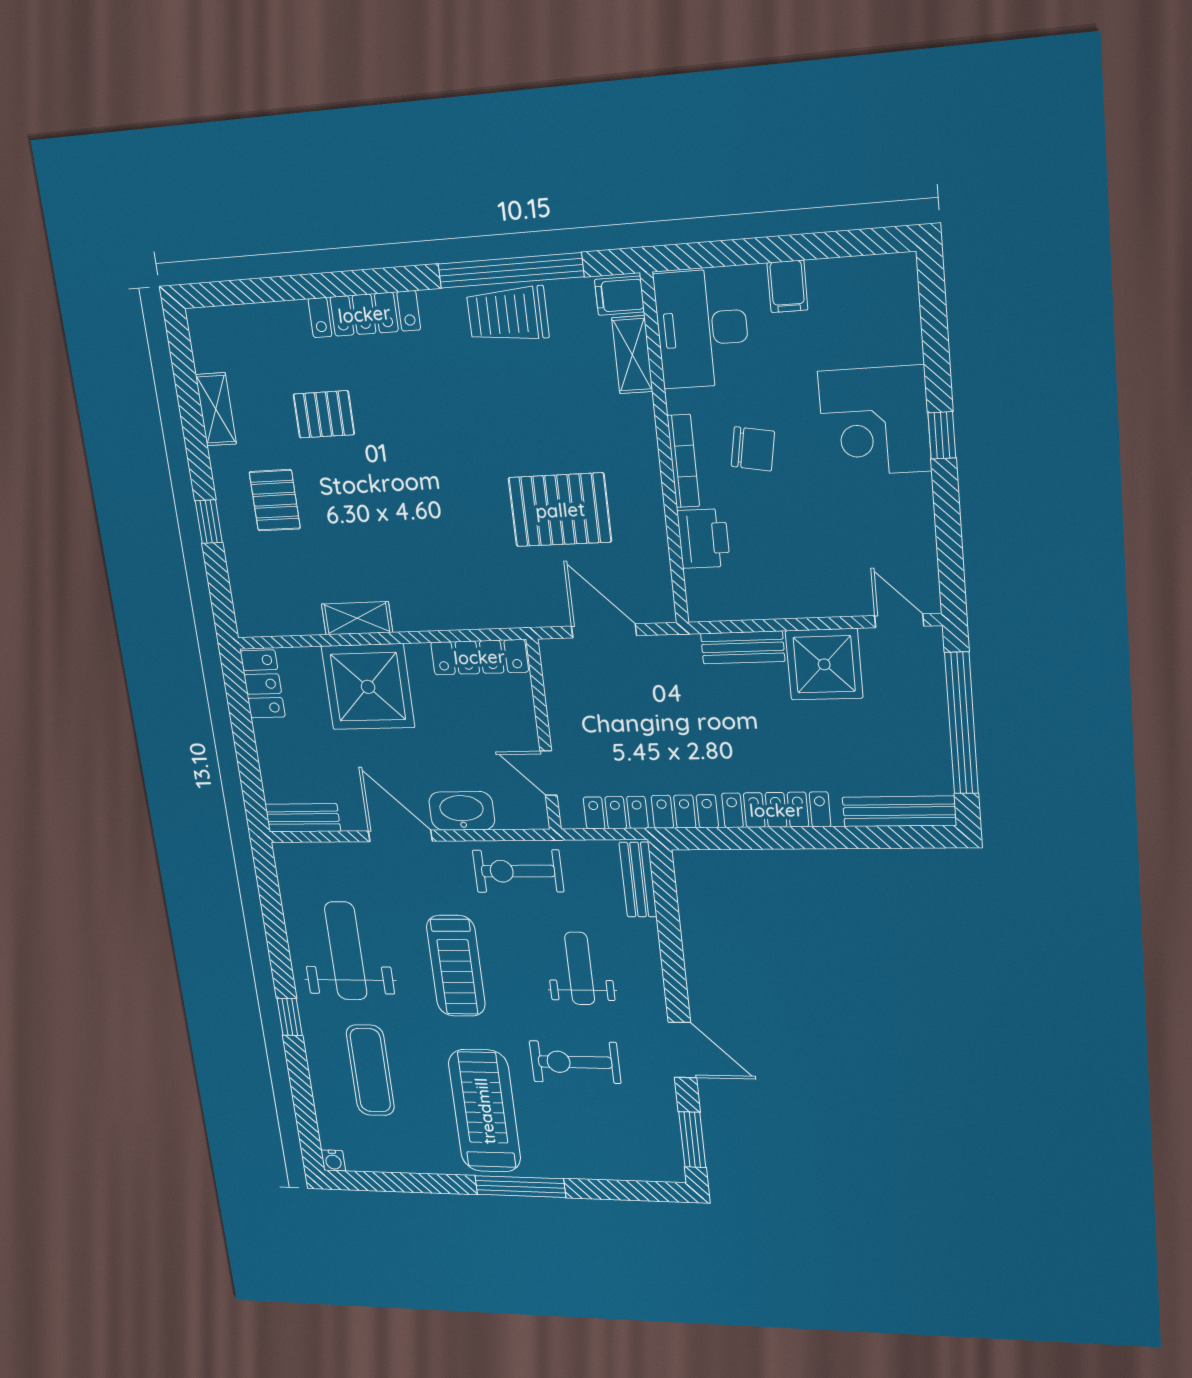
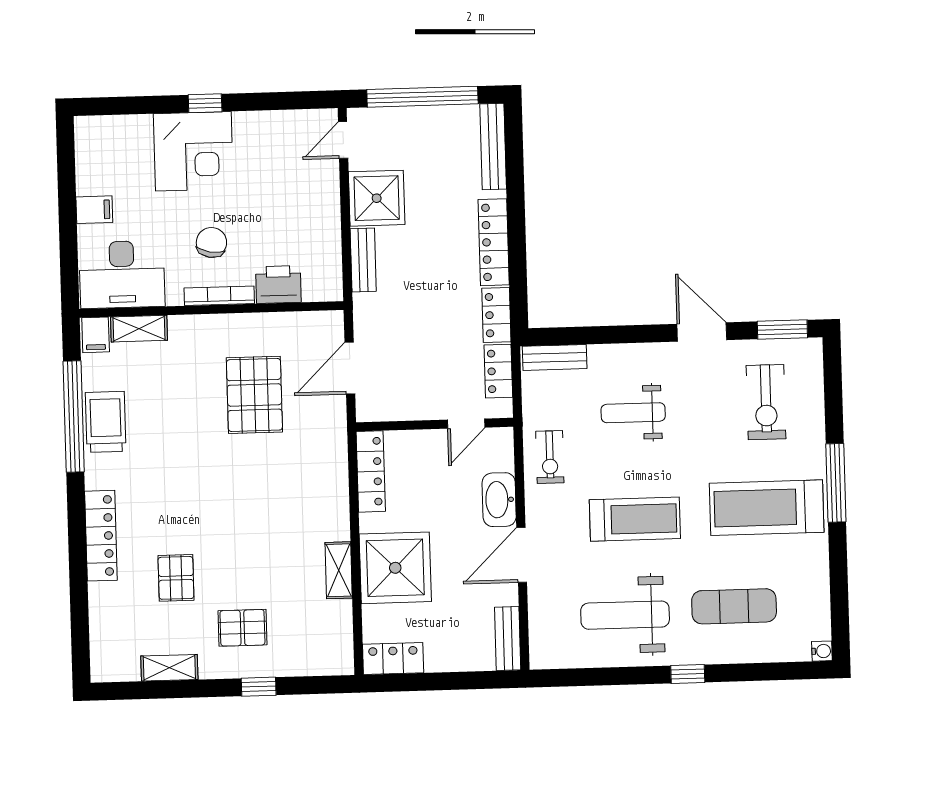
trolley: (508, 314) -> (106, 422), turned 180
exercise bike: (518, 871) -> (550, 457), width x0.73, depth x0.72
door: (682, 1050) -> (702, 332), hinge flipped
exercise bike: (575, 1062) -> (766, 402), moved

